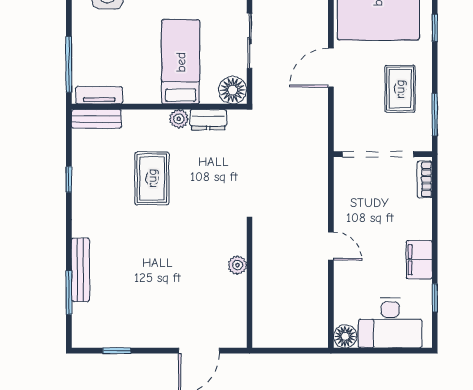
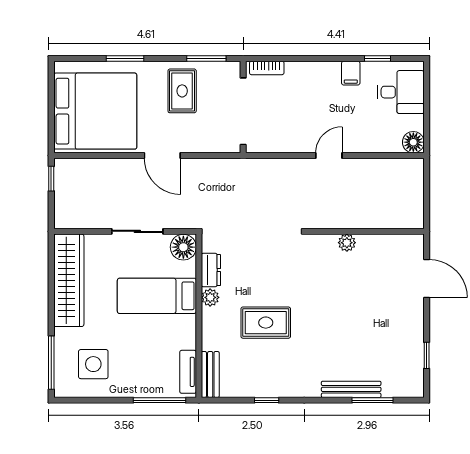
window: (435, 28) -> (125, 59), width x1.50
rug: (400, 89) -> (182, 91), turned 90
filing cabinet: (419, 260) -> (351, 73), width x0.50
desk: (390, 323) -> (401, 92), width x0.73

